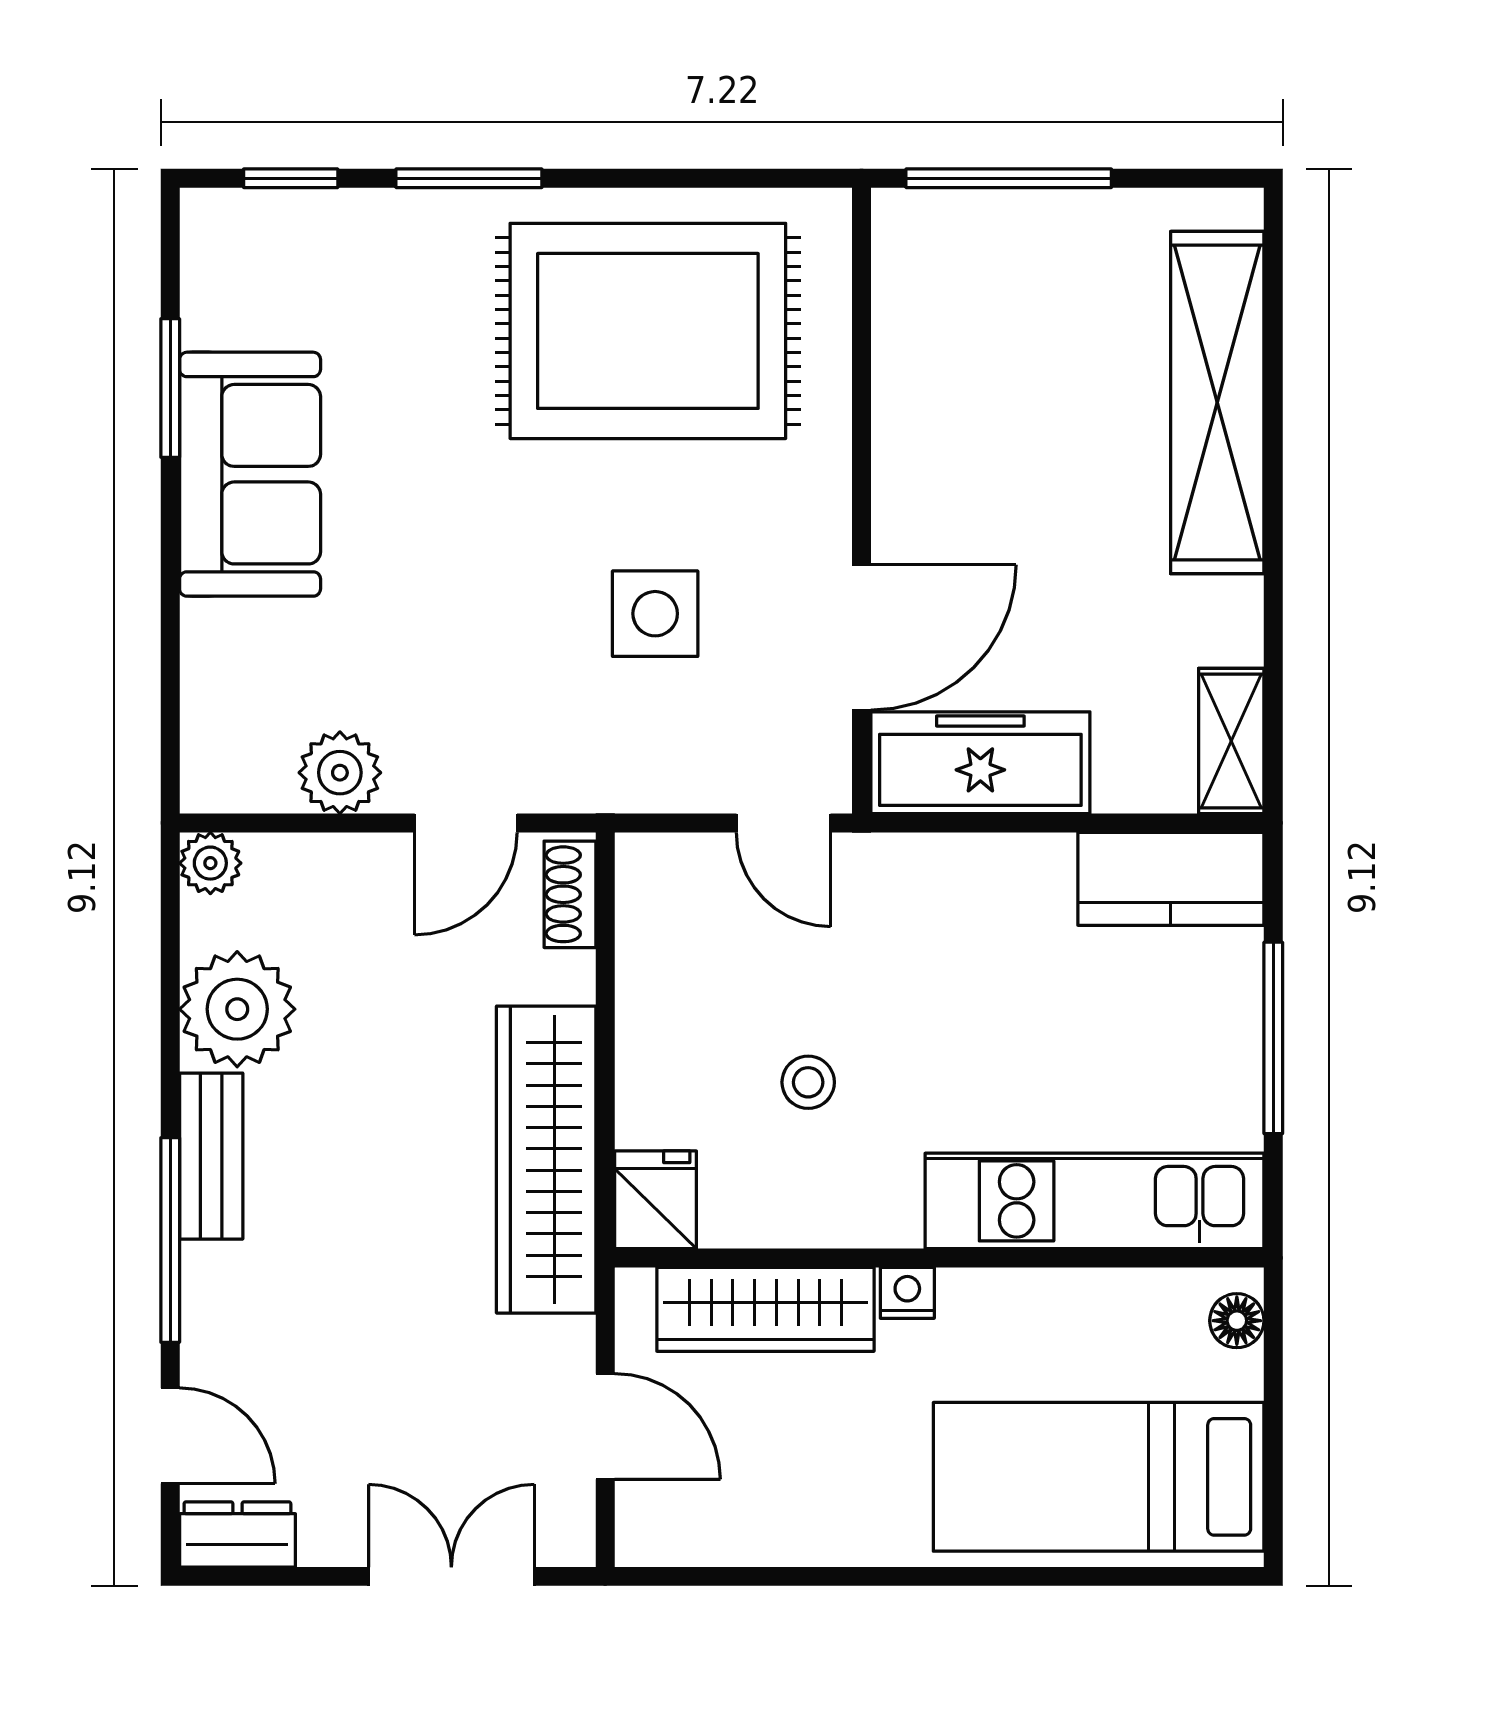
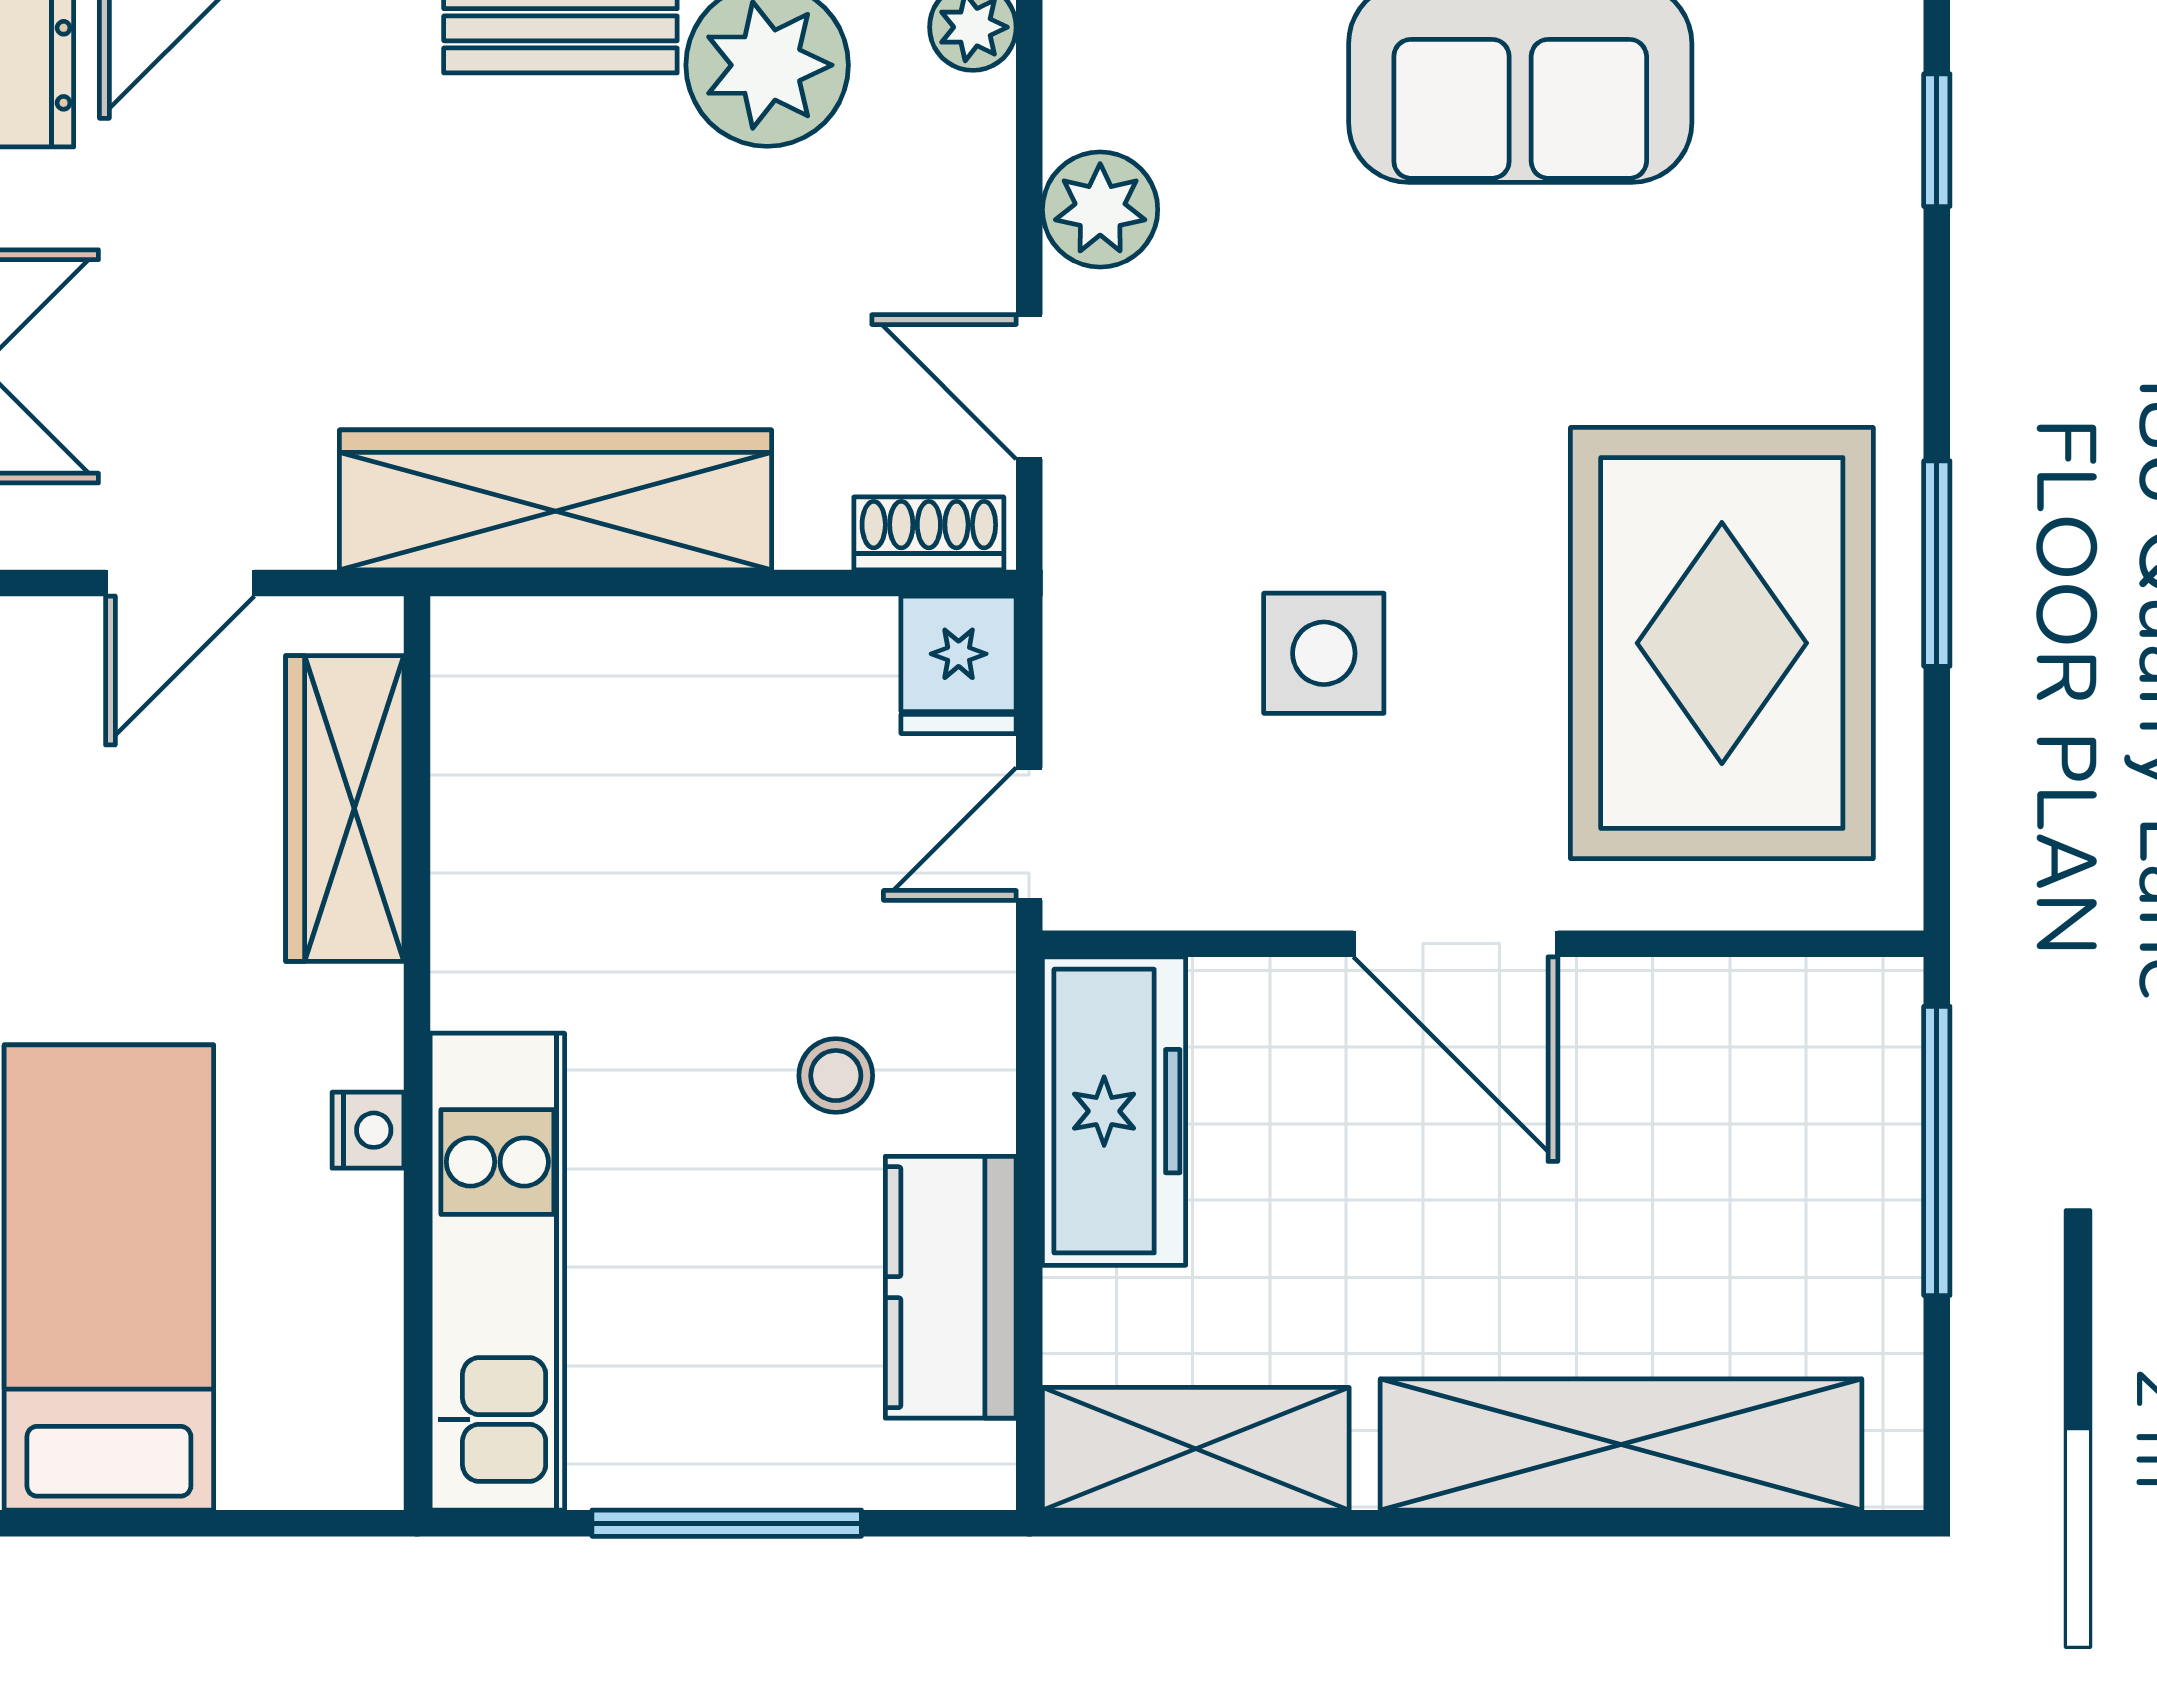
window: (469, 178) -> (1937, 564), moved
door: (862, 638) -> (1456, 944), moved
shelving: (1231, 741) -> (1196, 1449), width x1.50, depth x1.33
kitchen counter: (1171, 879) -> (951, 1287), moved
stool: (808, 1082) -> (836, 1076), moved
fridge: (655, 1200) -> (959, 665), moved, turned 90
nightstand: (907, 1293) -> (368, 1130), moved
floor lamp: (1237, 1321) -> (329, 1472), removed

